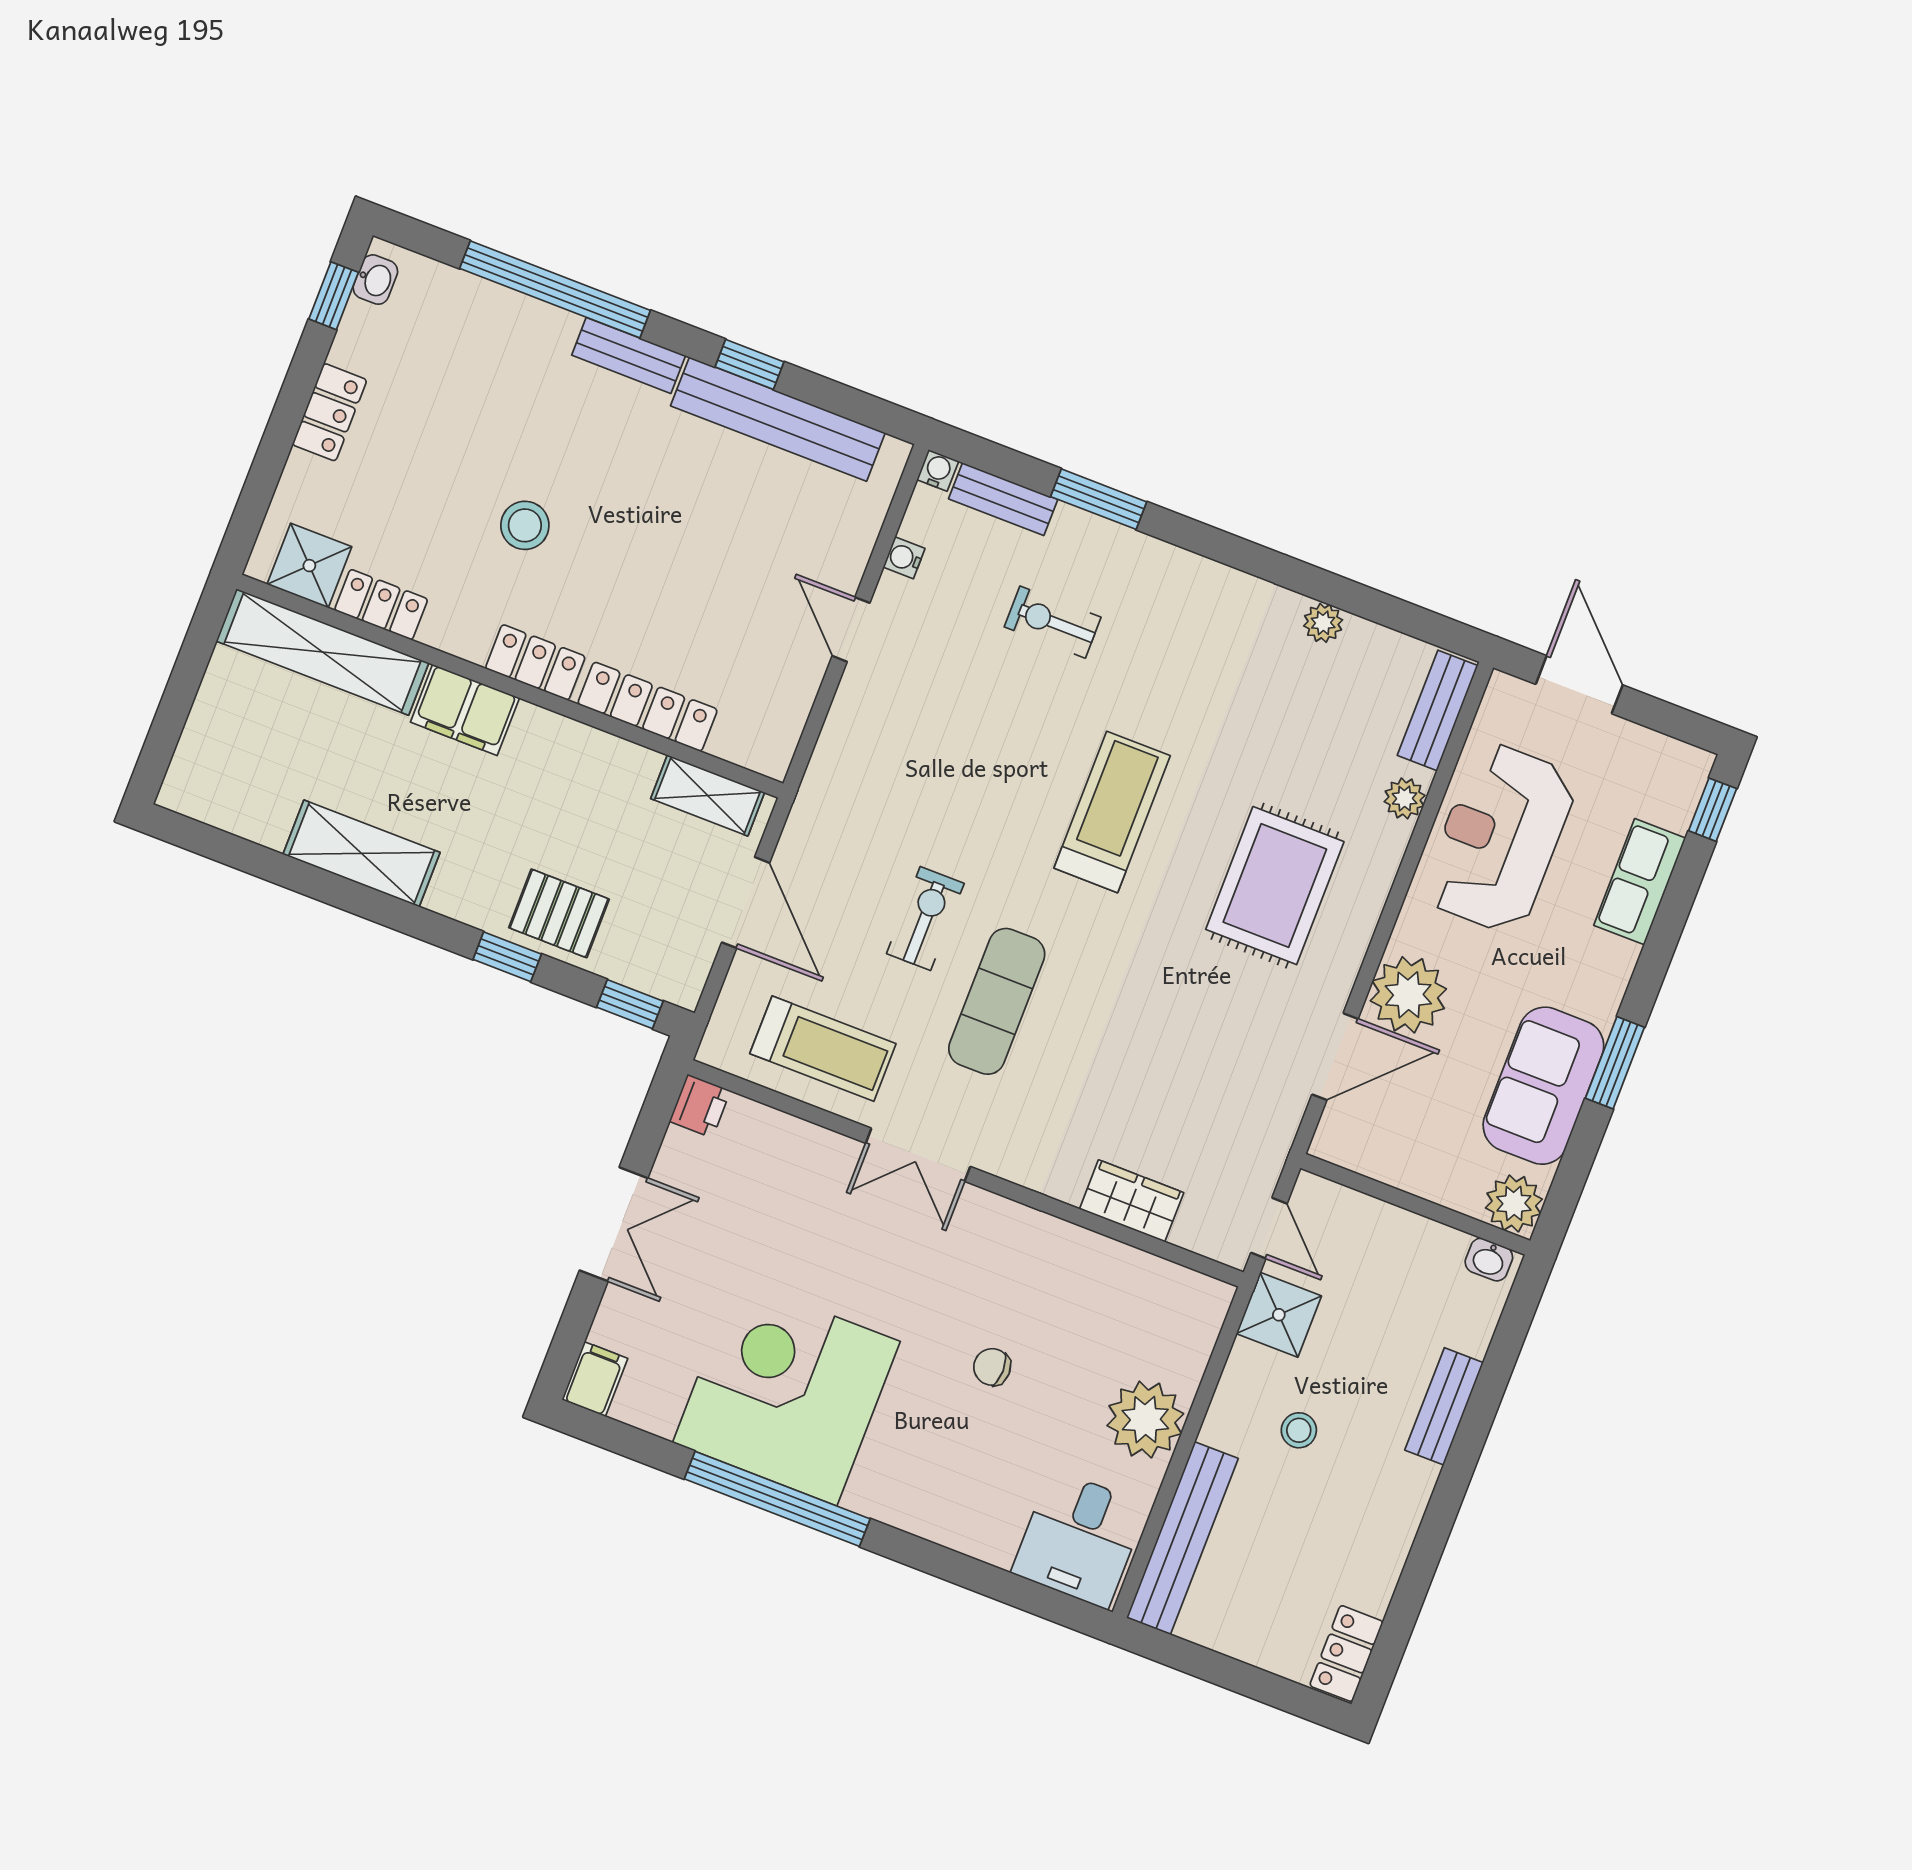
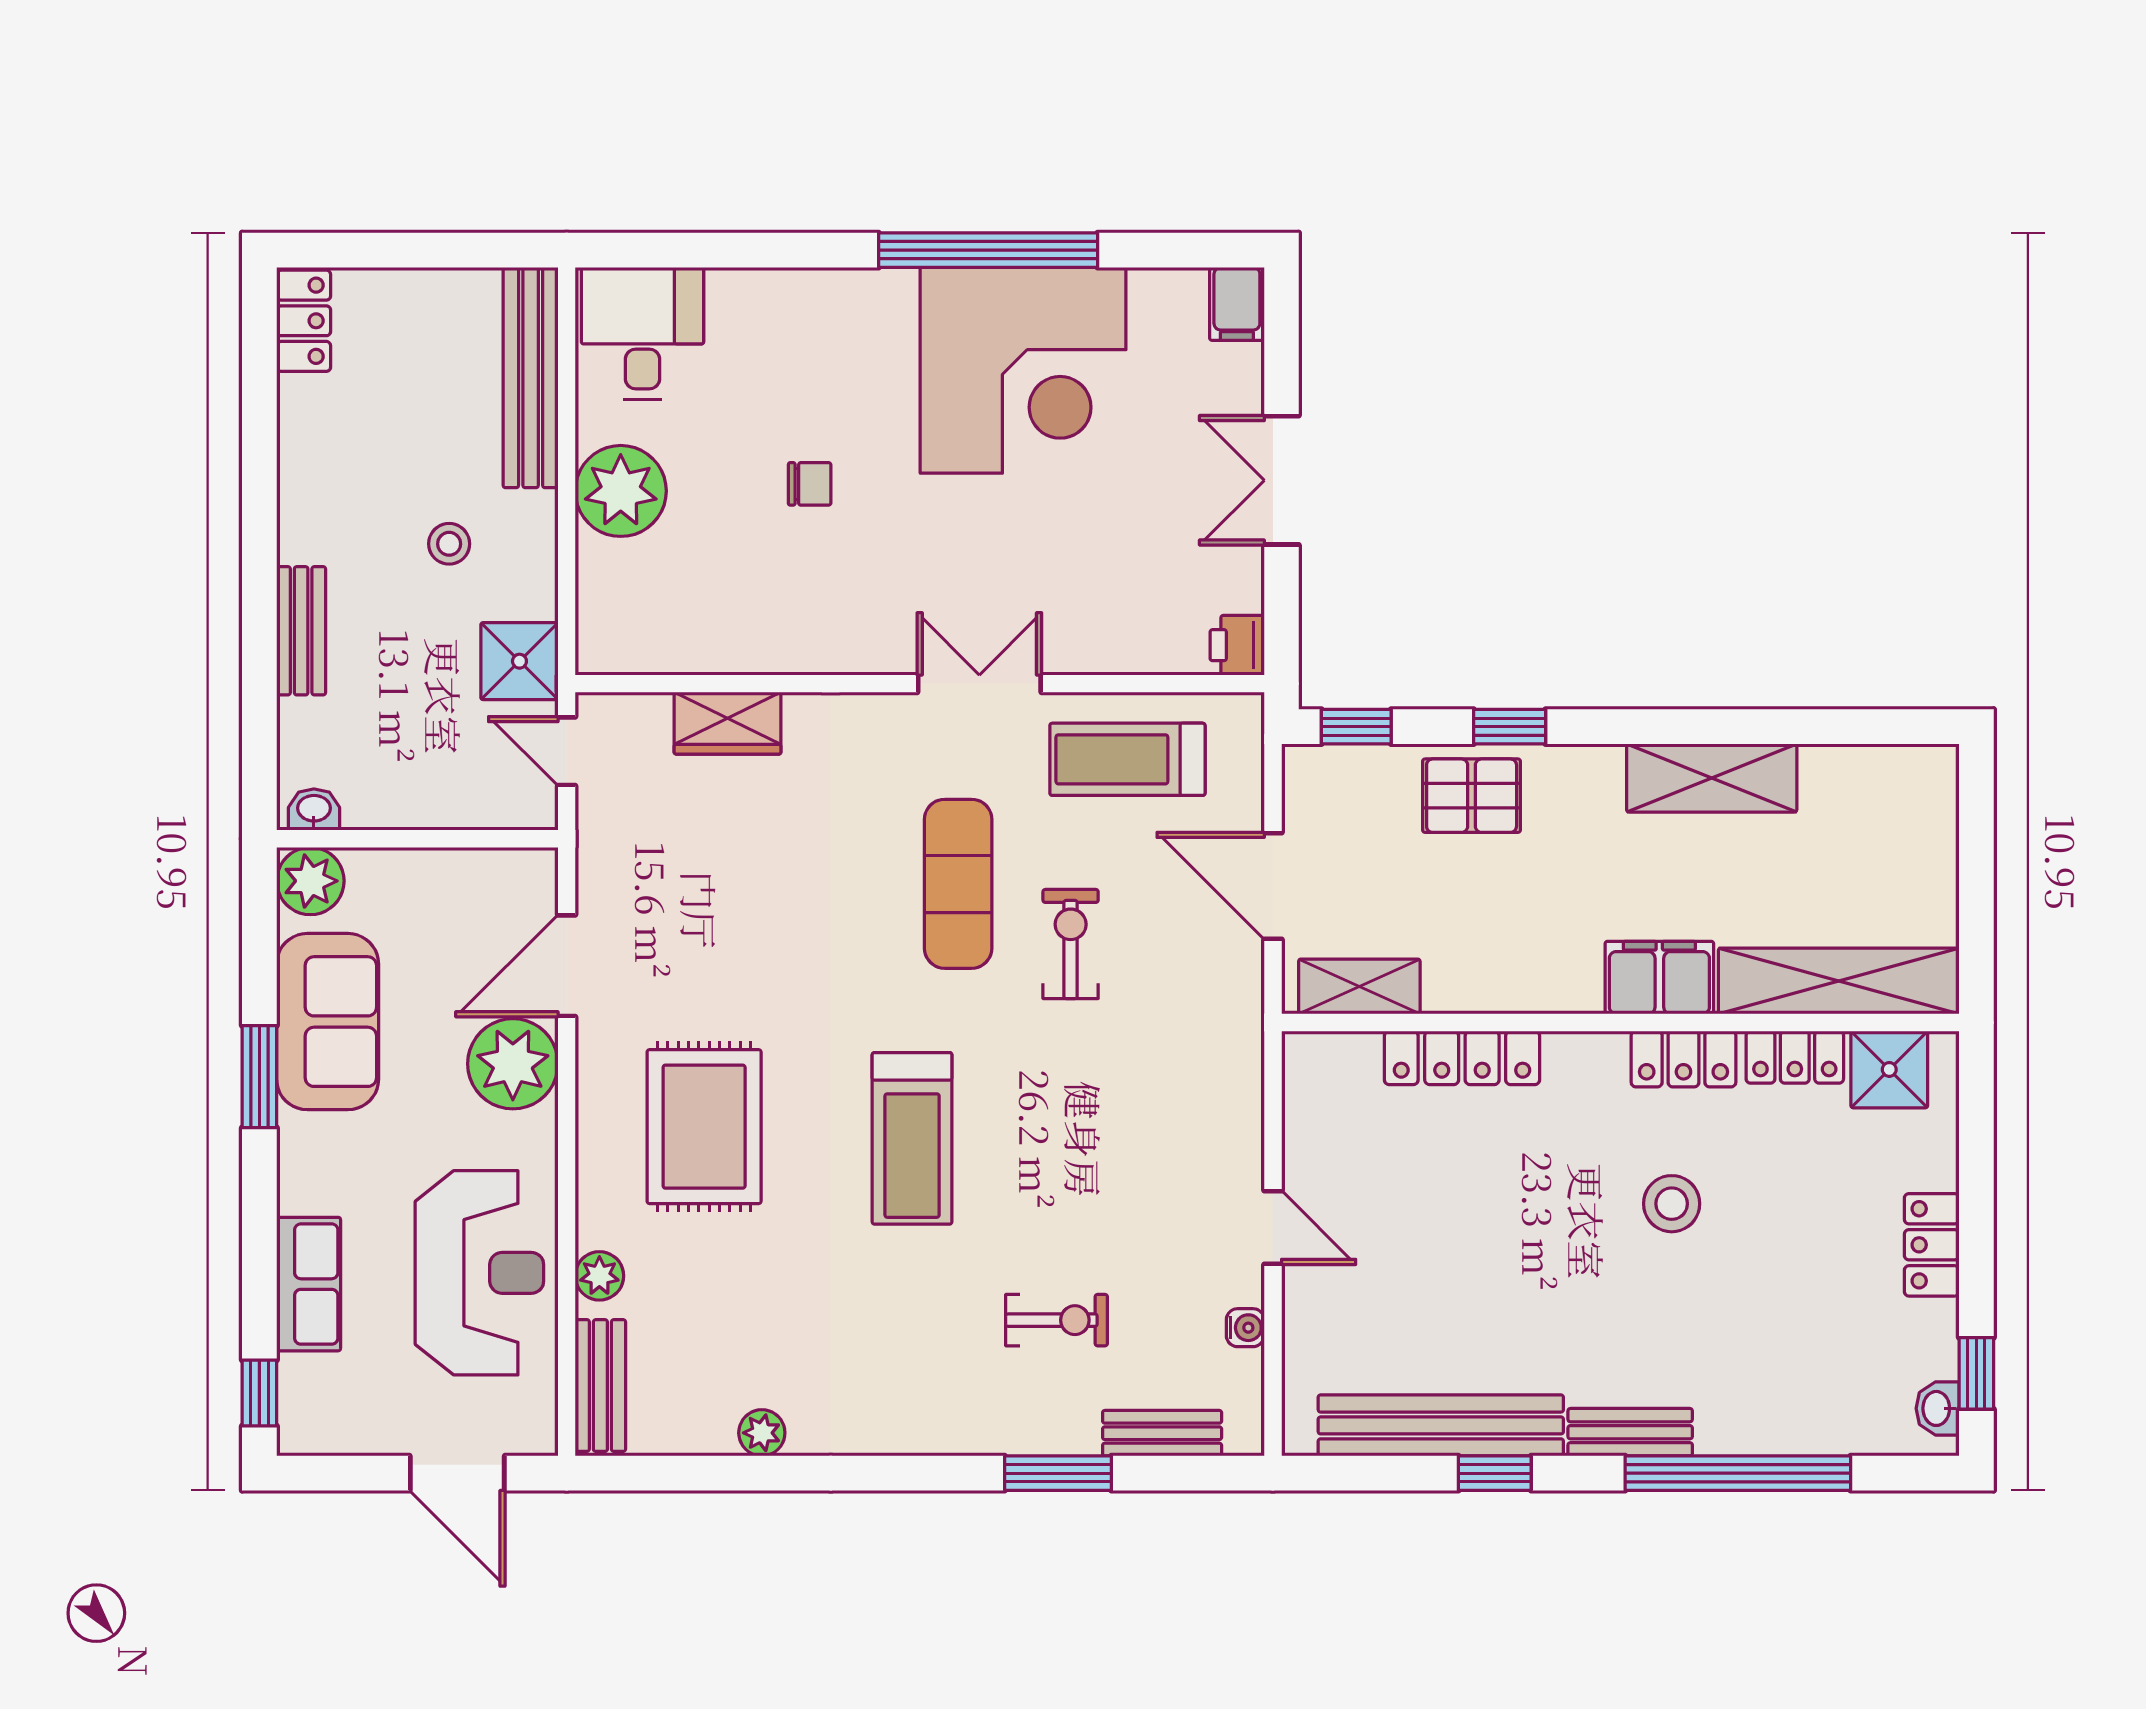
water cooler: (938, 470) -> (1245, 1437), removed
locker: (535, 662) -> (1683, 1059), moved
exercise bike: (925, 919) -> (1071, 944), turned 180

